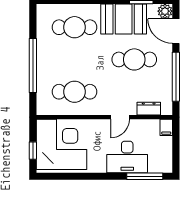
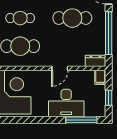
cafe table: (74, 59) -> (20, 18), added
dresser: (149, 109) -> (95, 61), moved
window: (176, 151) -> (109, 98), added

